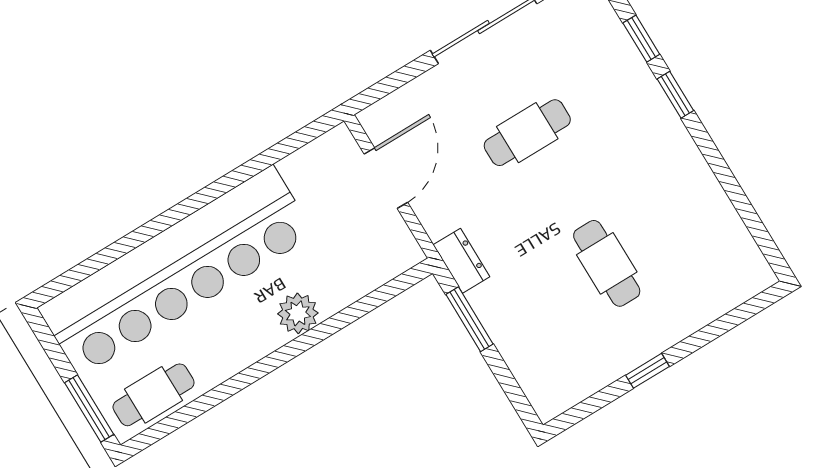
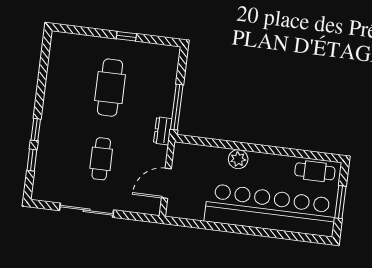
cafe table: (527, 133) -> (101, 159), turned 90
cafe table: (607, 263) -> (110, 88), width x1.37, depth x1.35
window: (469, 319) -> (177, 107), width x1.44
window: (89, 408) -> (340, 202), moved

